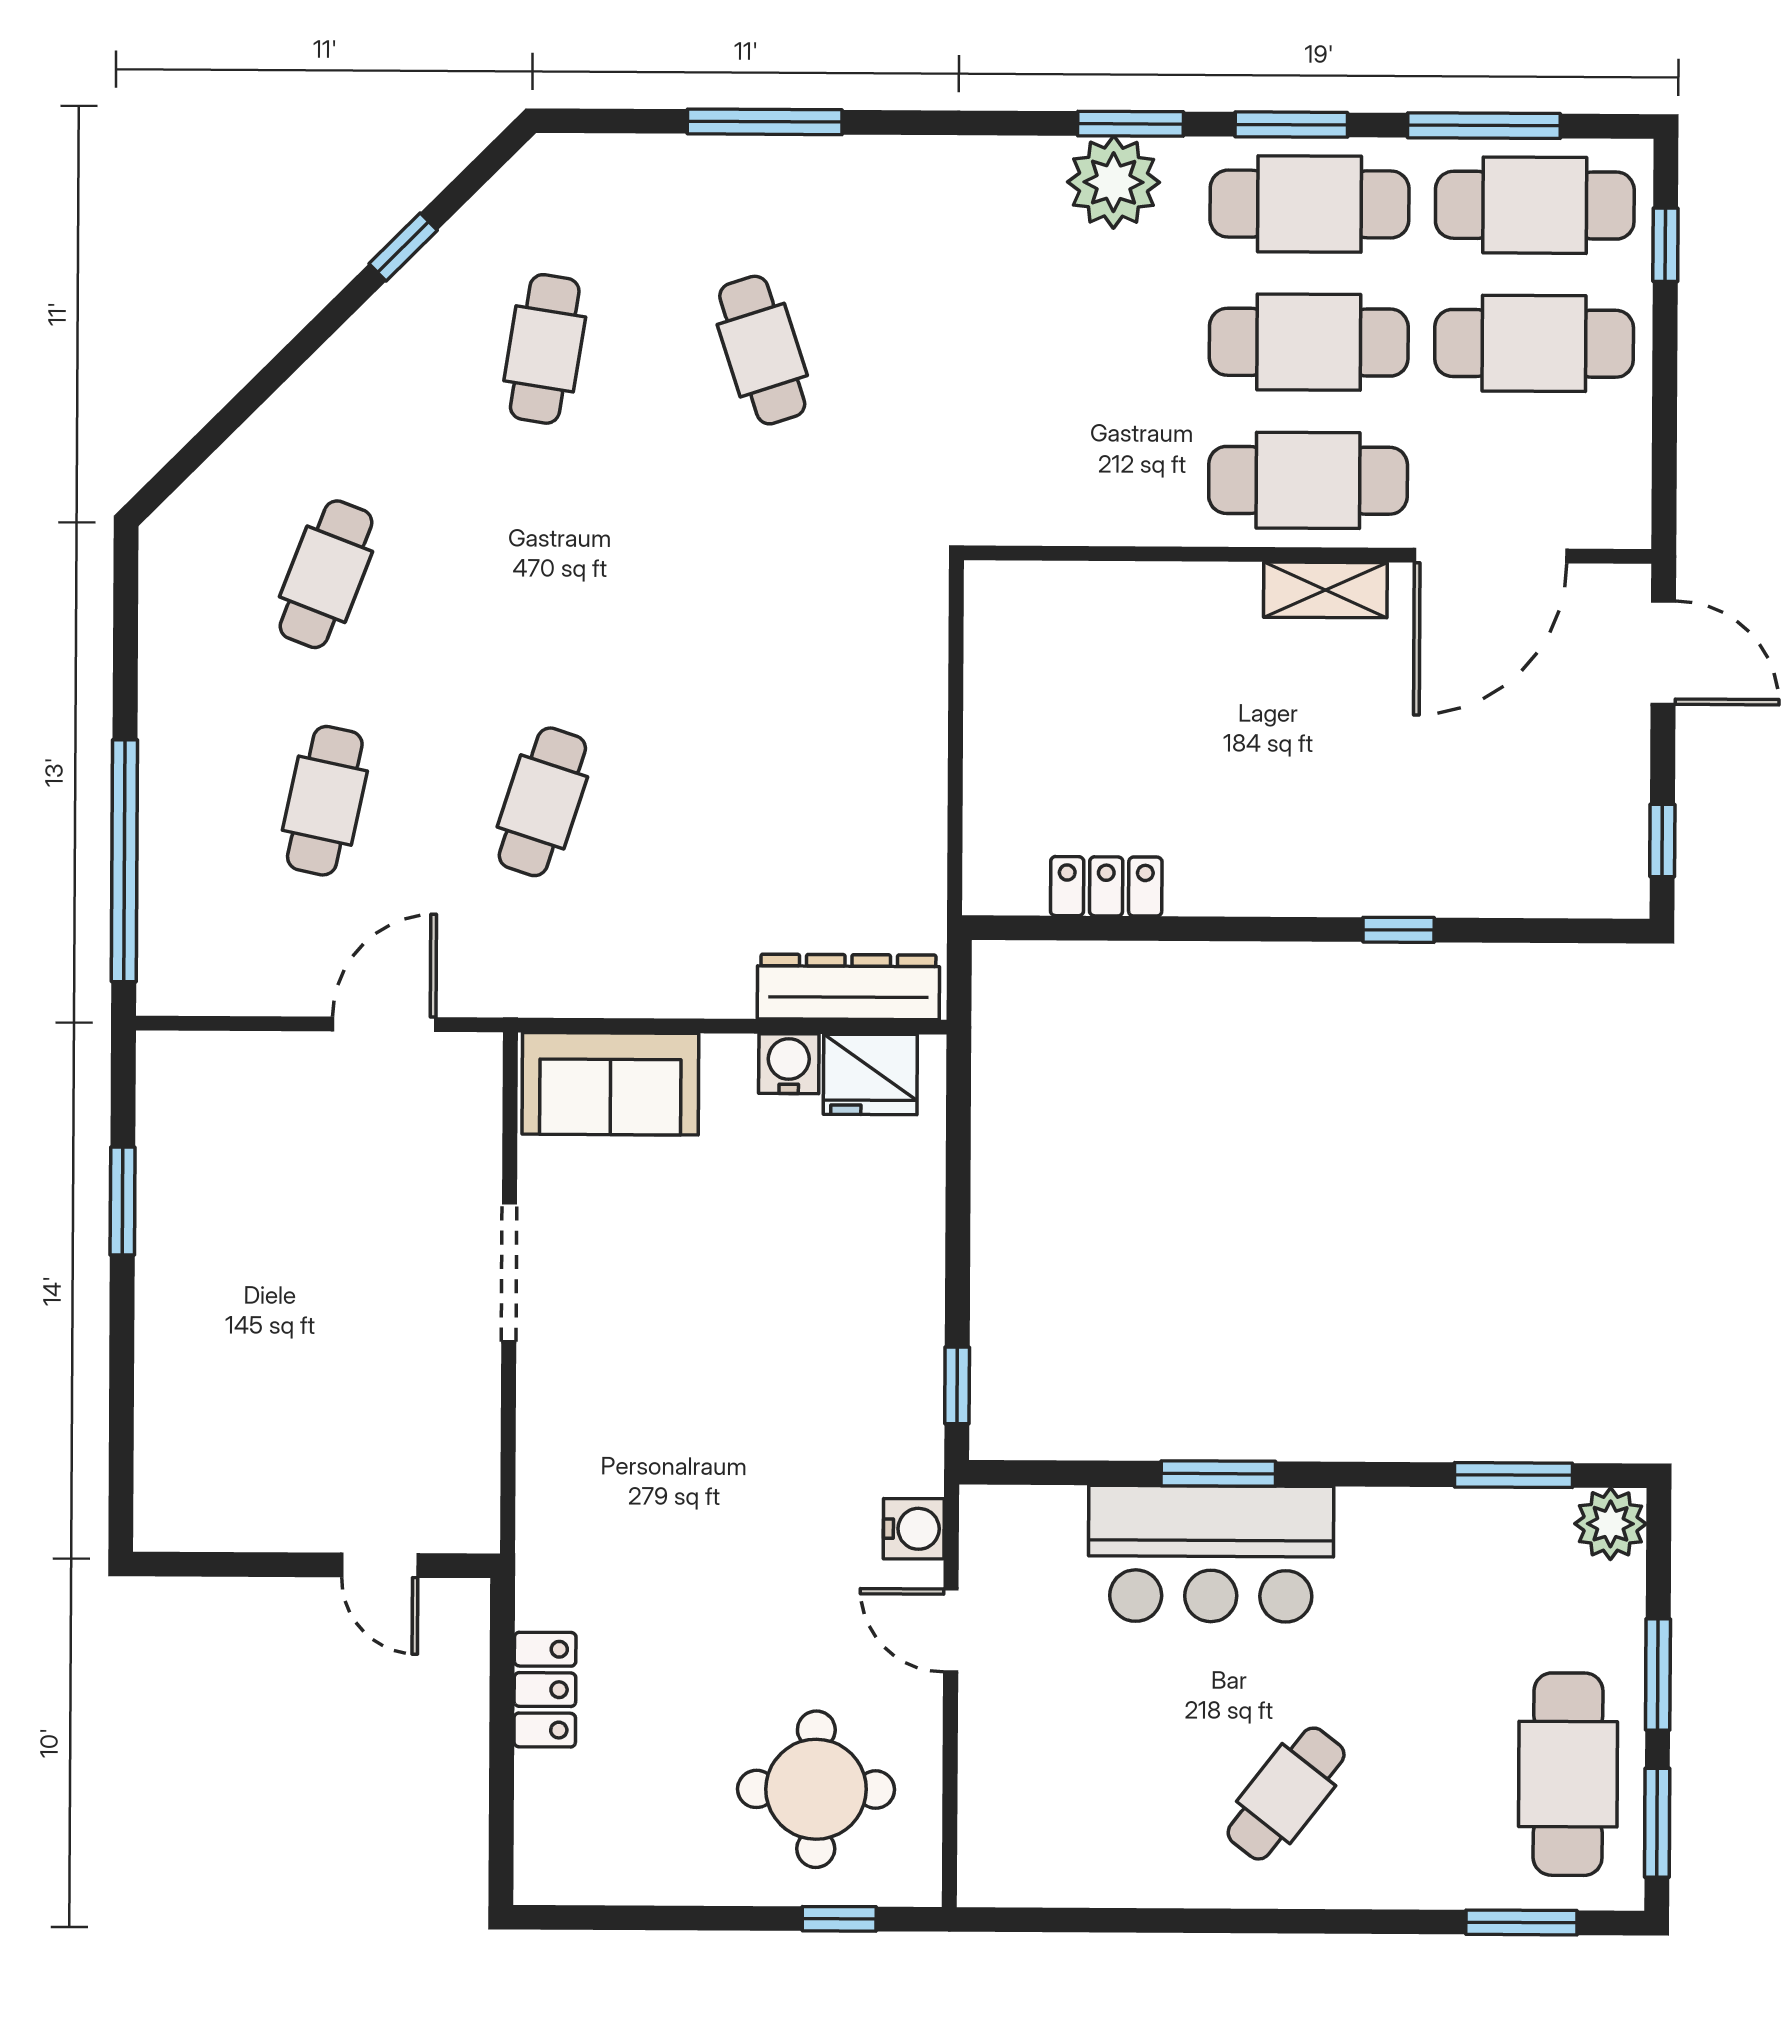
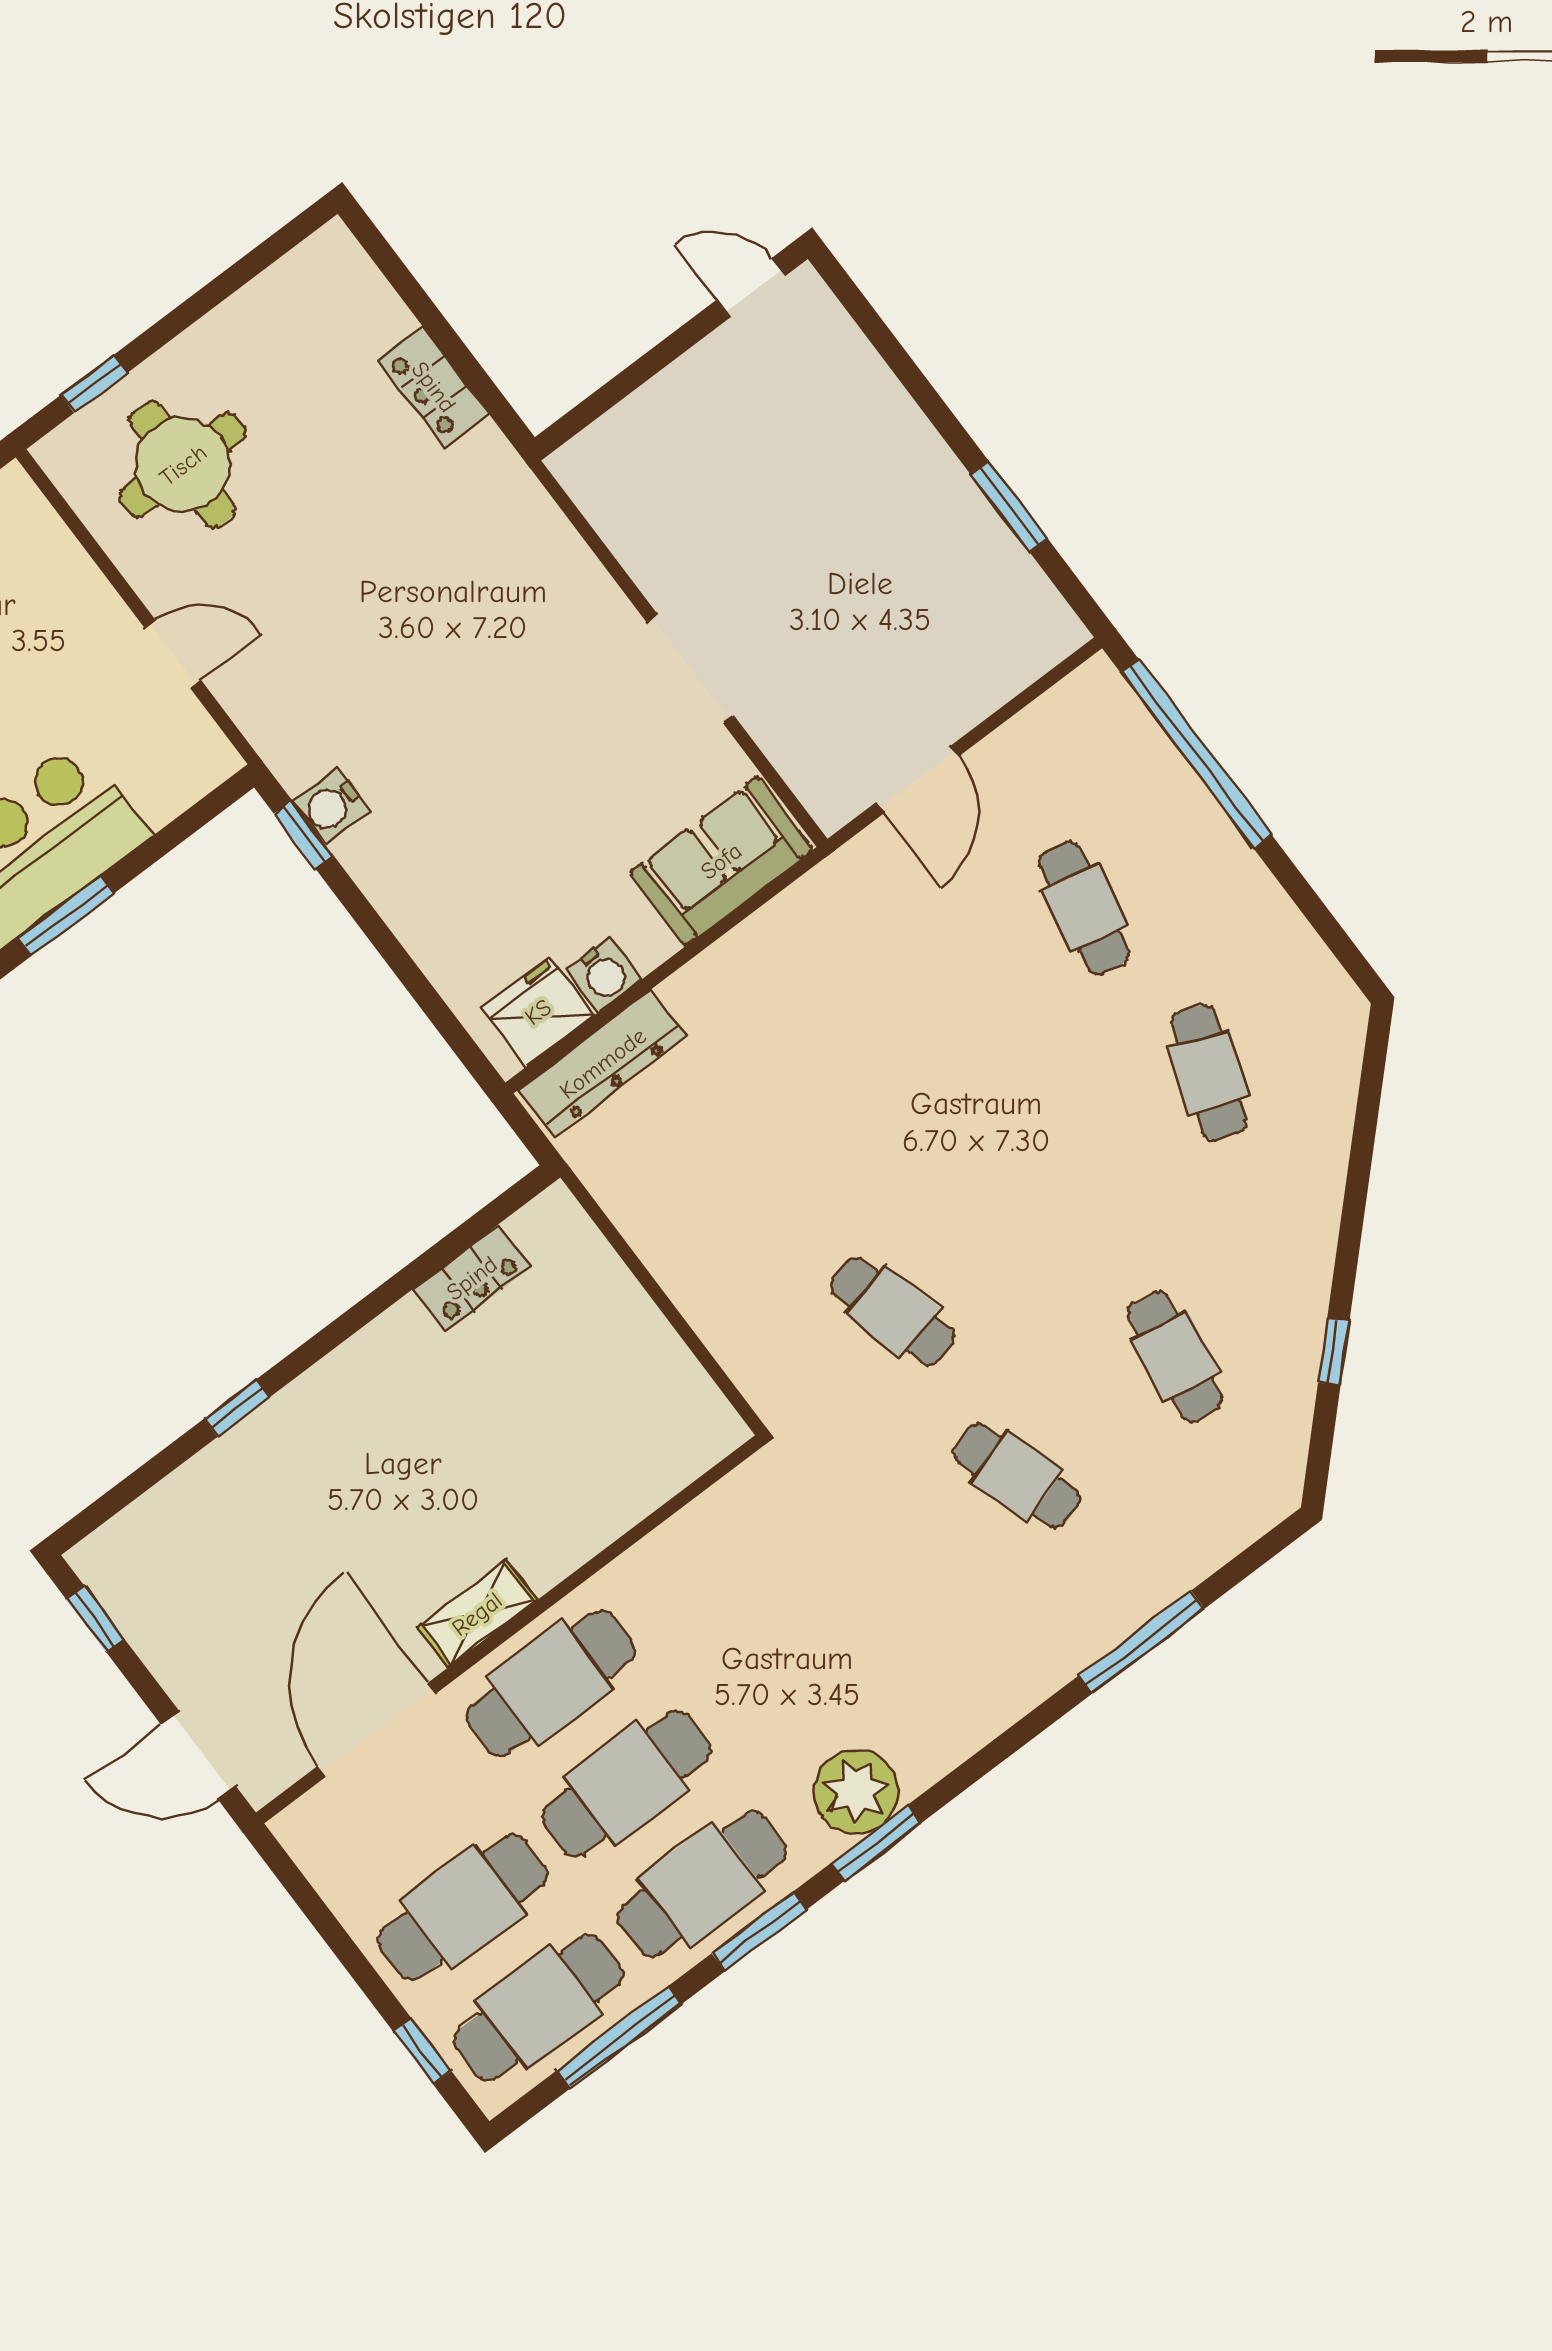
cafe table: (542, 802) -> (893, 1311), moved, turned -33
water cooler: (914, 1529) -> (331, 806), moved
door: (380, 1565) -> (751, 288), moved

